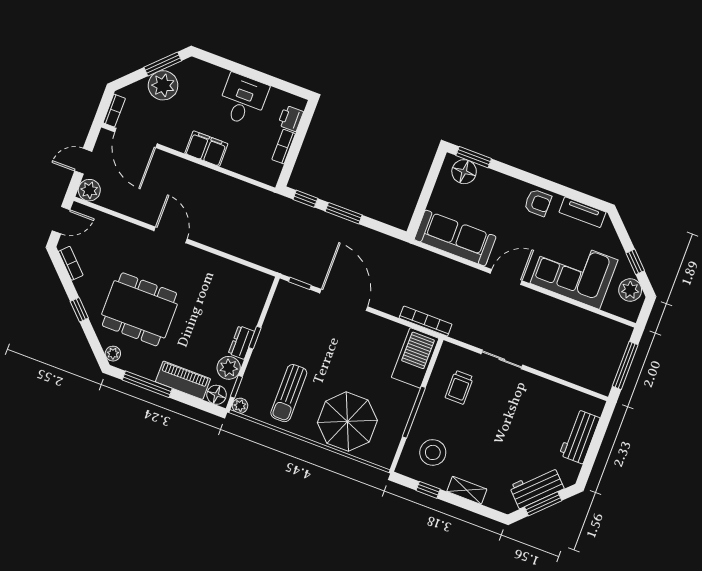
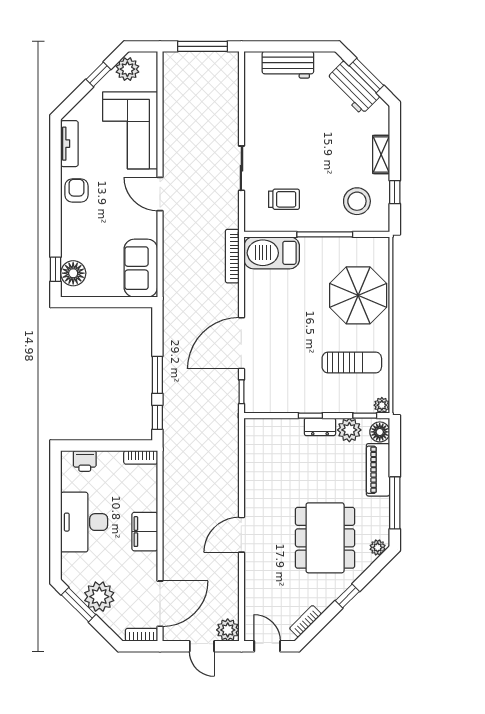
desk: (243, 100) -> (84, 522), width x1.37
bookcase: (284, 147) -> (141, 457), moved
window: (474, 157) -> (56, 269), width x0.67
sofa: (455, 238) -> (141, 268), width x0.73

